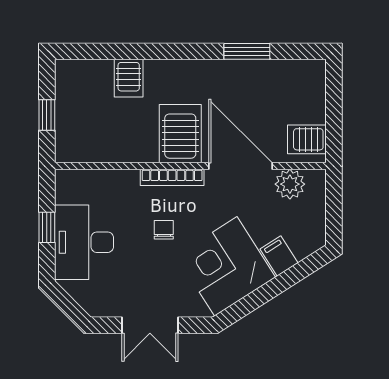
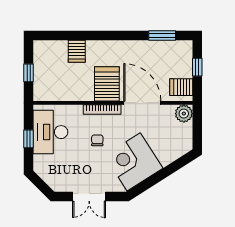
window: (247, 51) -> (162, 36), moved
window: (334, 105) -> (197, 67), added
plant: (290, 184) -> (184, 114), moved
desk: (84, 242) -> (50, 132), moved
filing cabinet: (279, 256) -> (165, 156), removed

